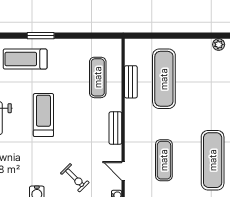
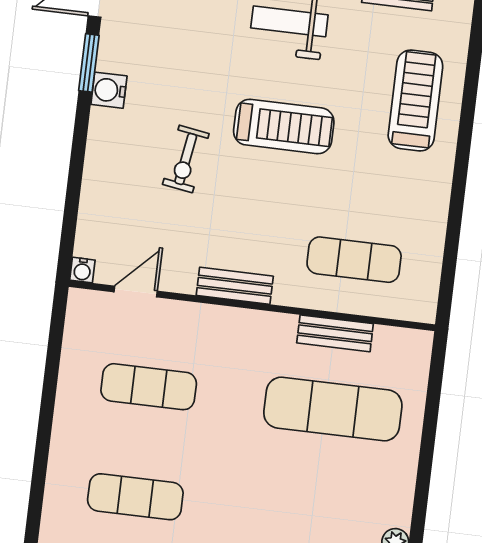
window: (41, 36) -> (464, 142), removed
exercise mat: (213, 160) -> (135, 497), width x0.73, depth x0.69
exercise bike: (75, 178) -> (186, 159), moved, turned -36

